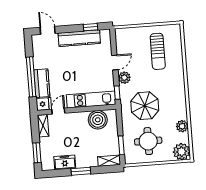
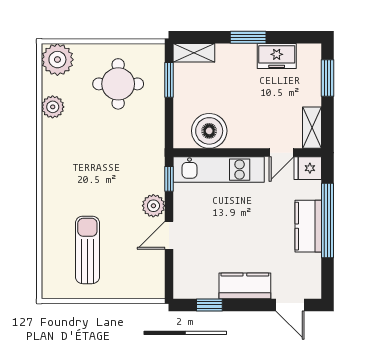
kitchen counter: (79, 38) -> (245, 286), width x0.67
kitchen counter: (42, 83) -> (308, 226), moved
parasol: (145, 106) -> (119, 150), removed

